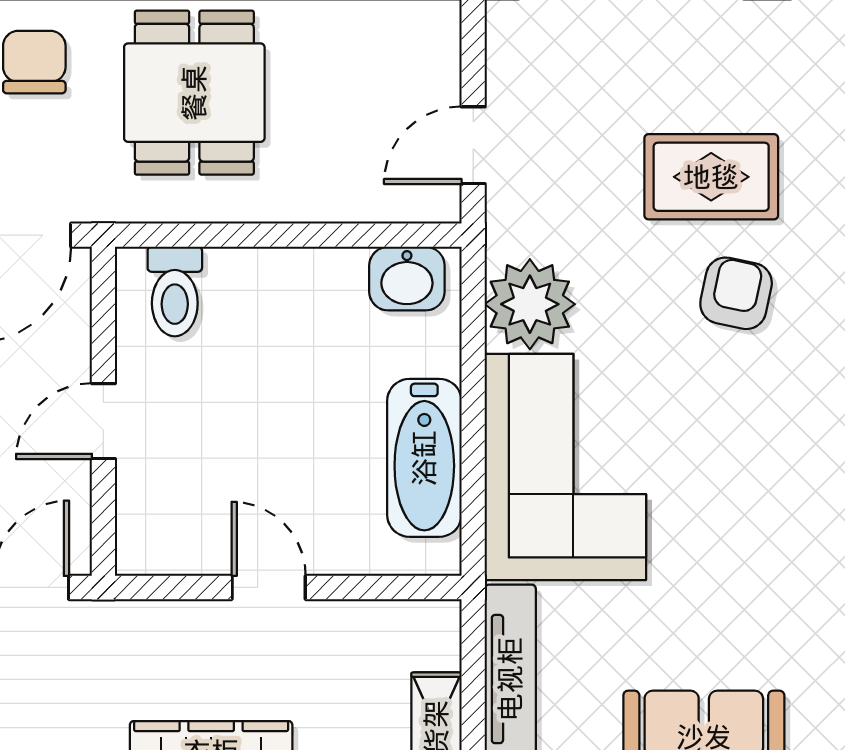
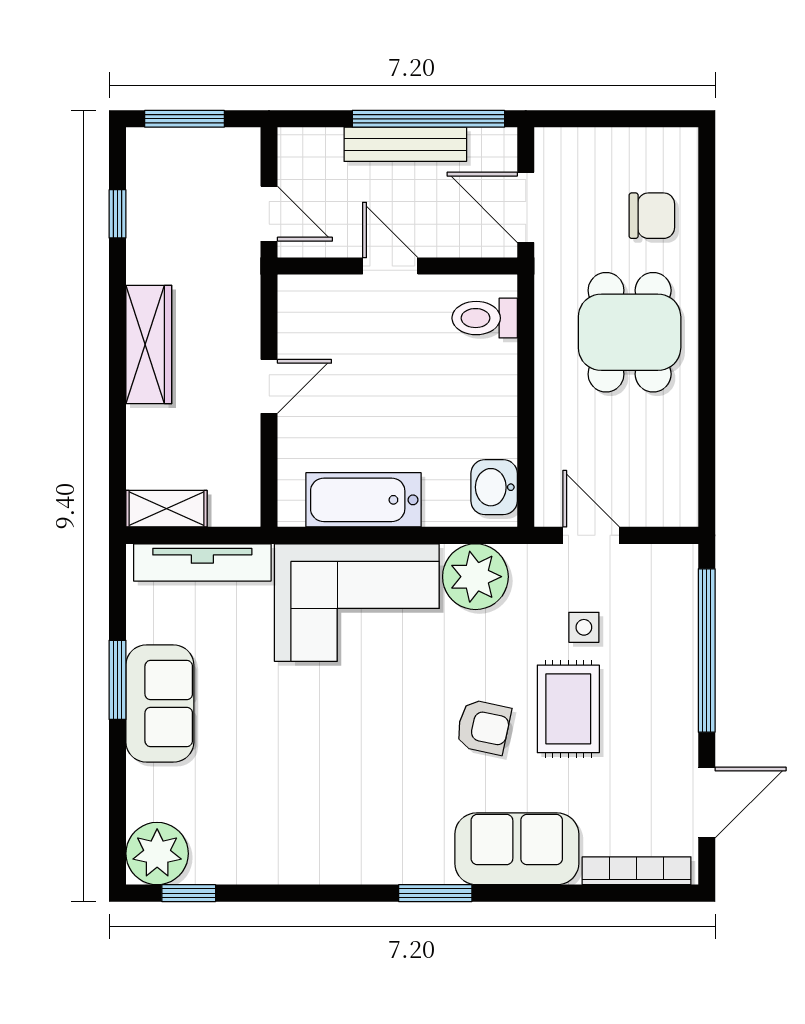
dining table: (194, 93) -> (630, 332), turned 90
side table: (599, 155) -> (584, 627), added

